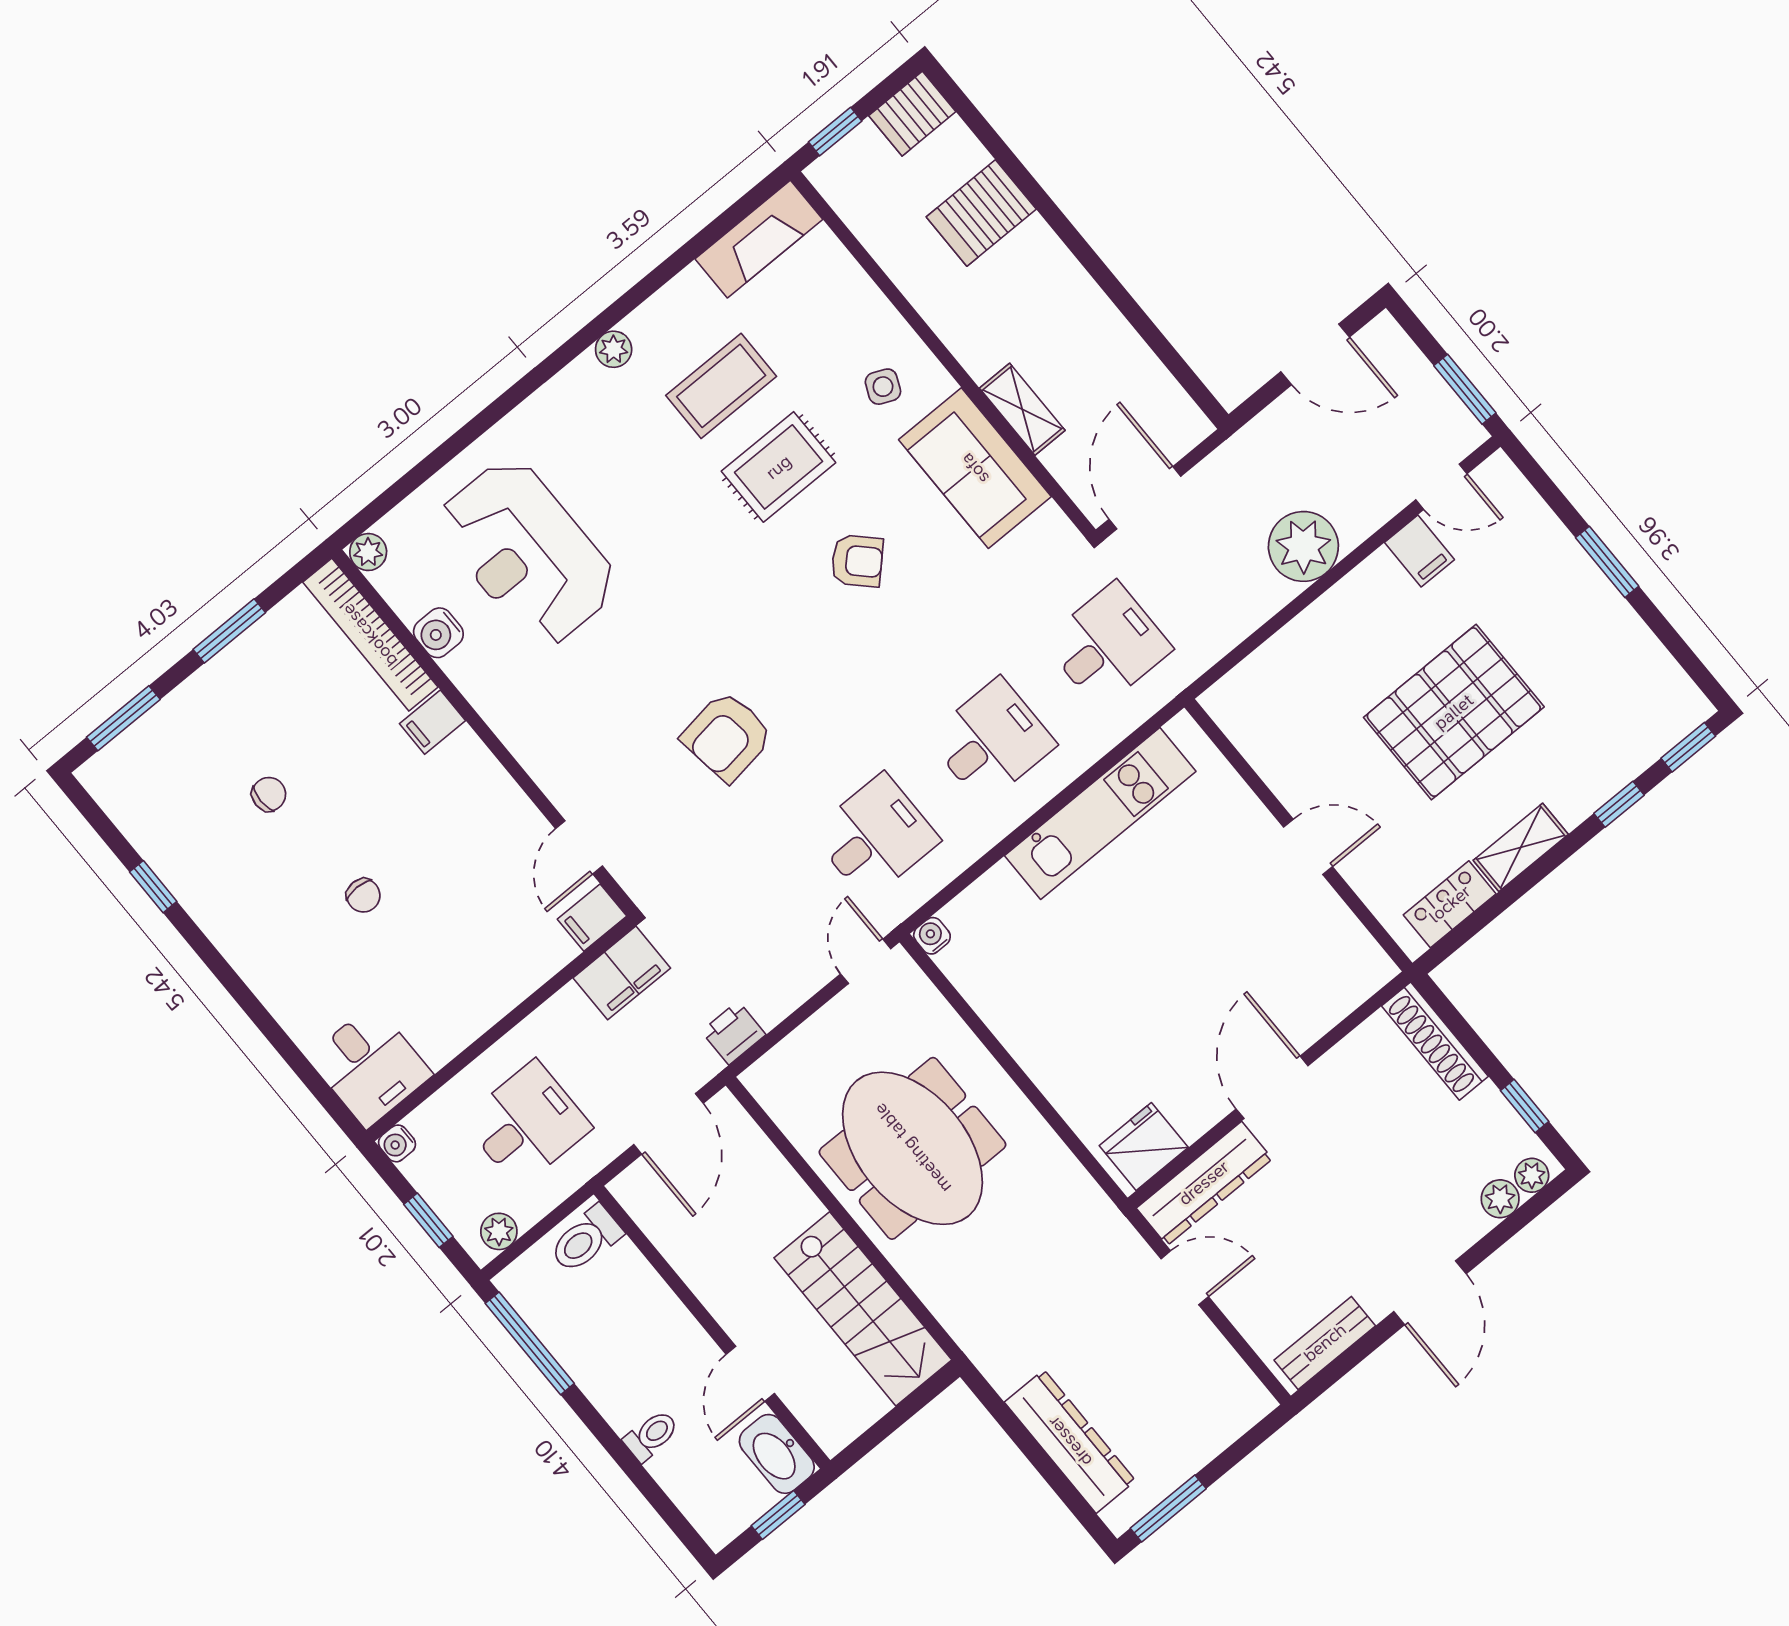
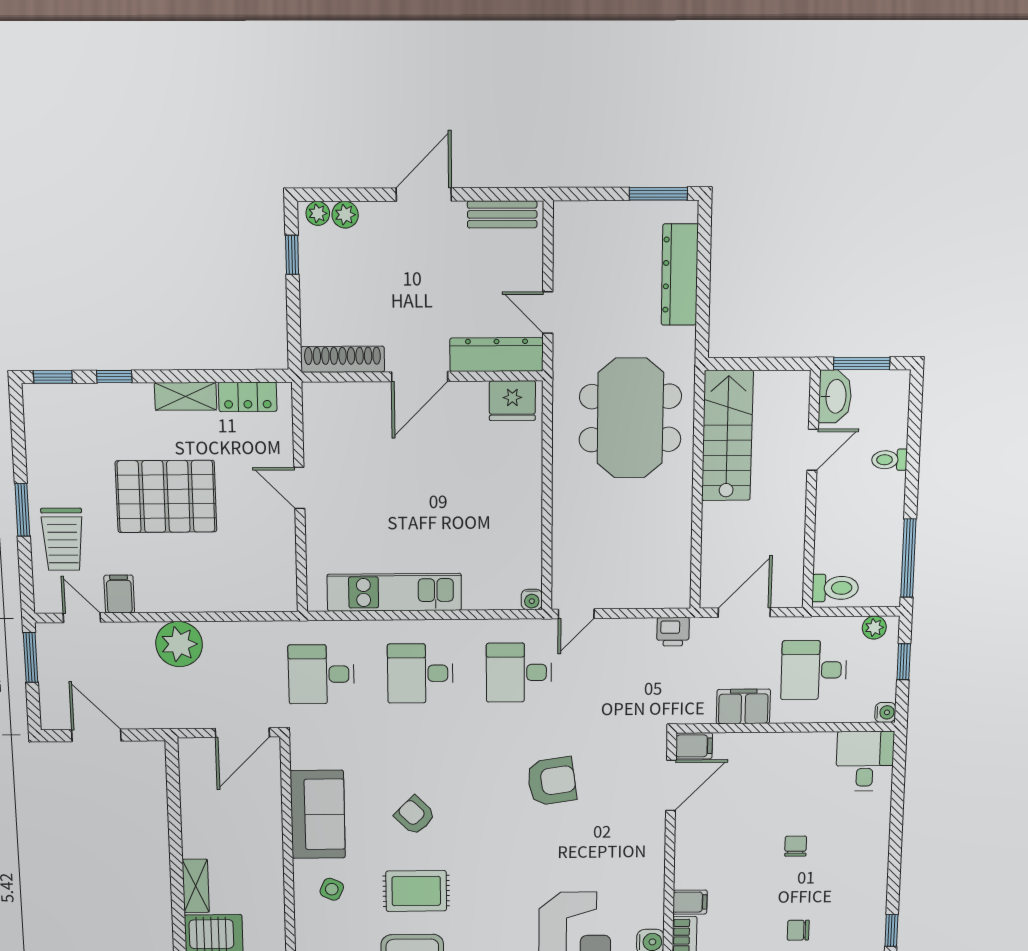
shelving: (1022, 409) -> (196, 886), moved
trolley: (1535, 564) -> (63, 539), added
door: (579, 847) -> (671, 785), width x1.38
filing cabinet: (622, 973) -> (743, 706), moved
shoe rack: (1435, 1041) -> (343, 359), moved, turned -90
meeting table: (913, 1148) -> (630, 418), moved
window: (778, 1515) -> (862, 363), width x1.50

